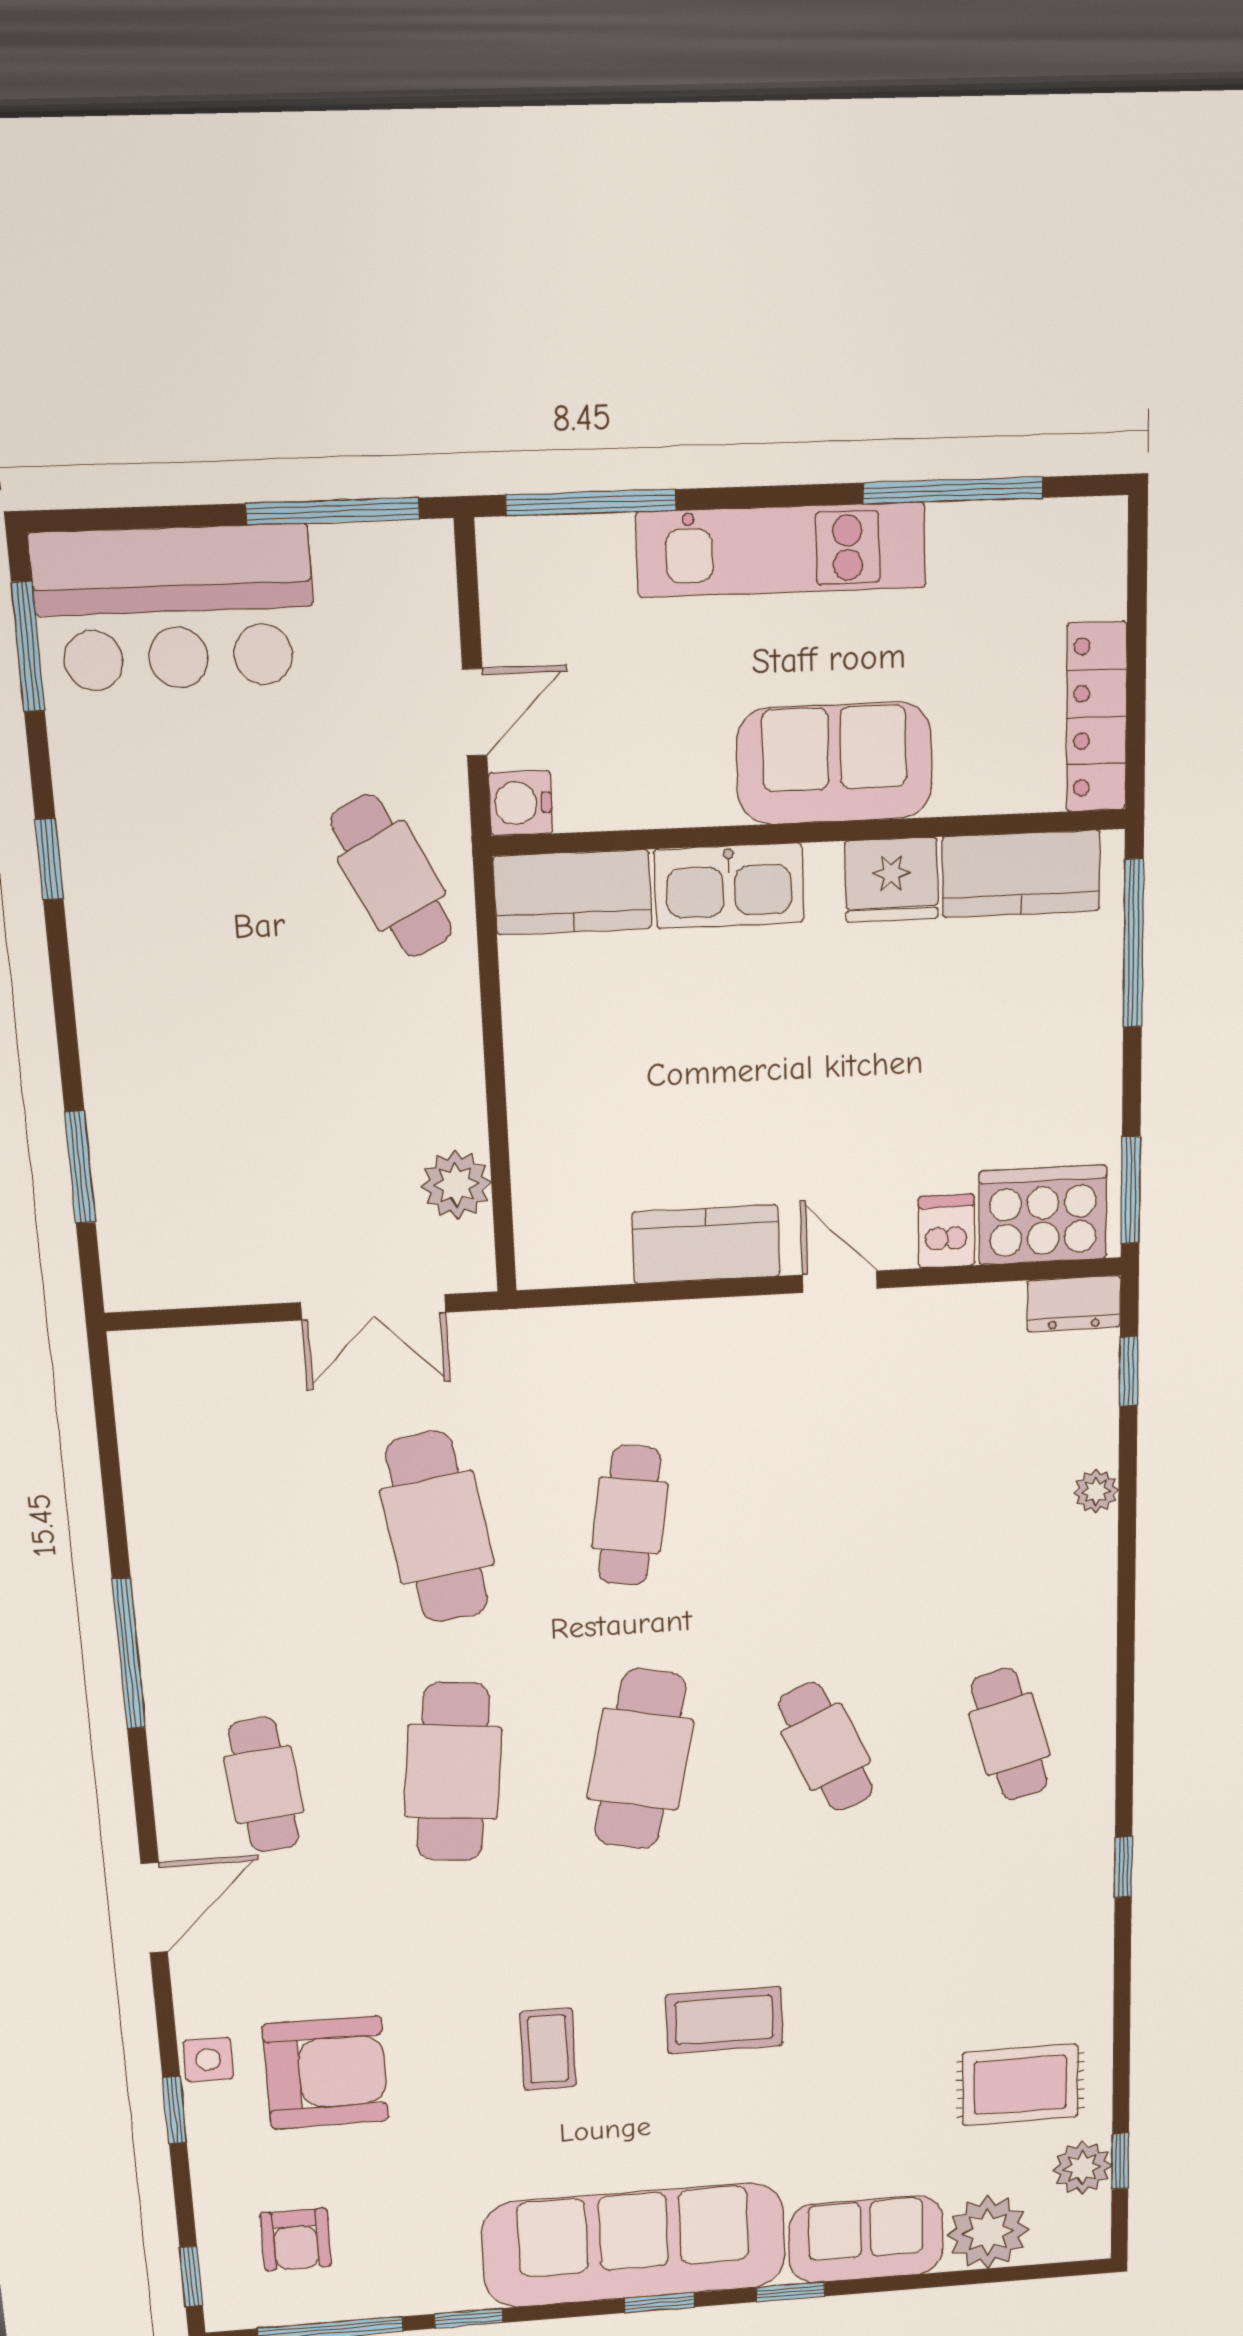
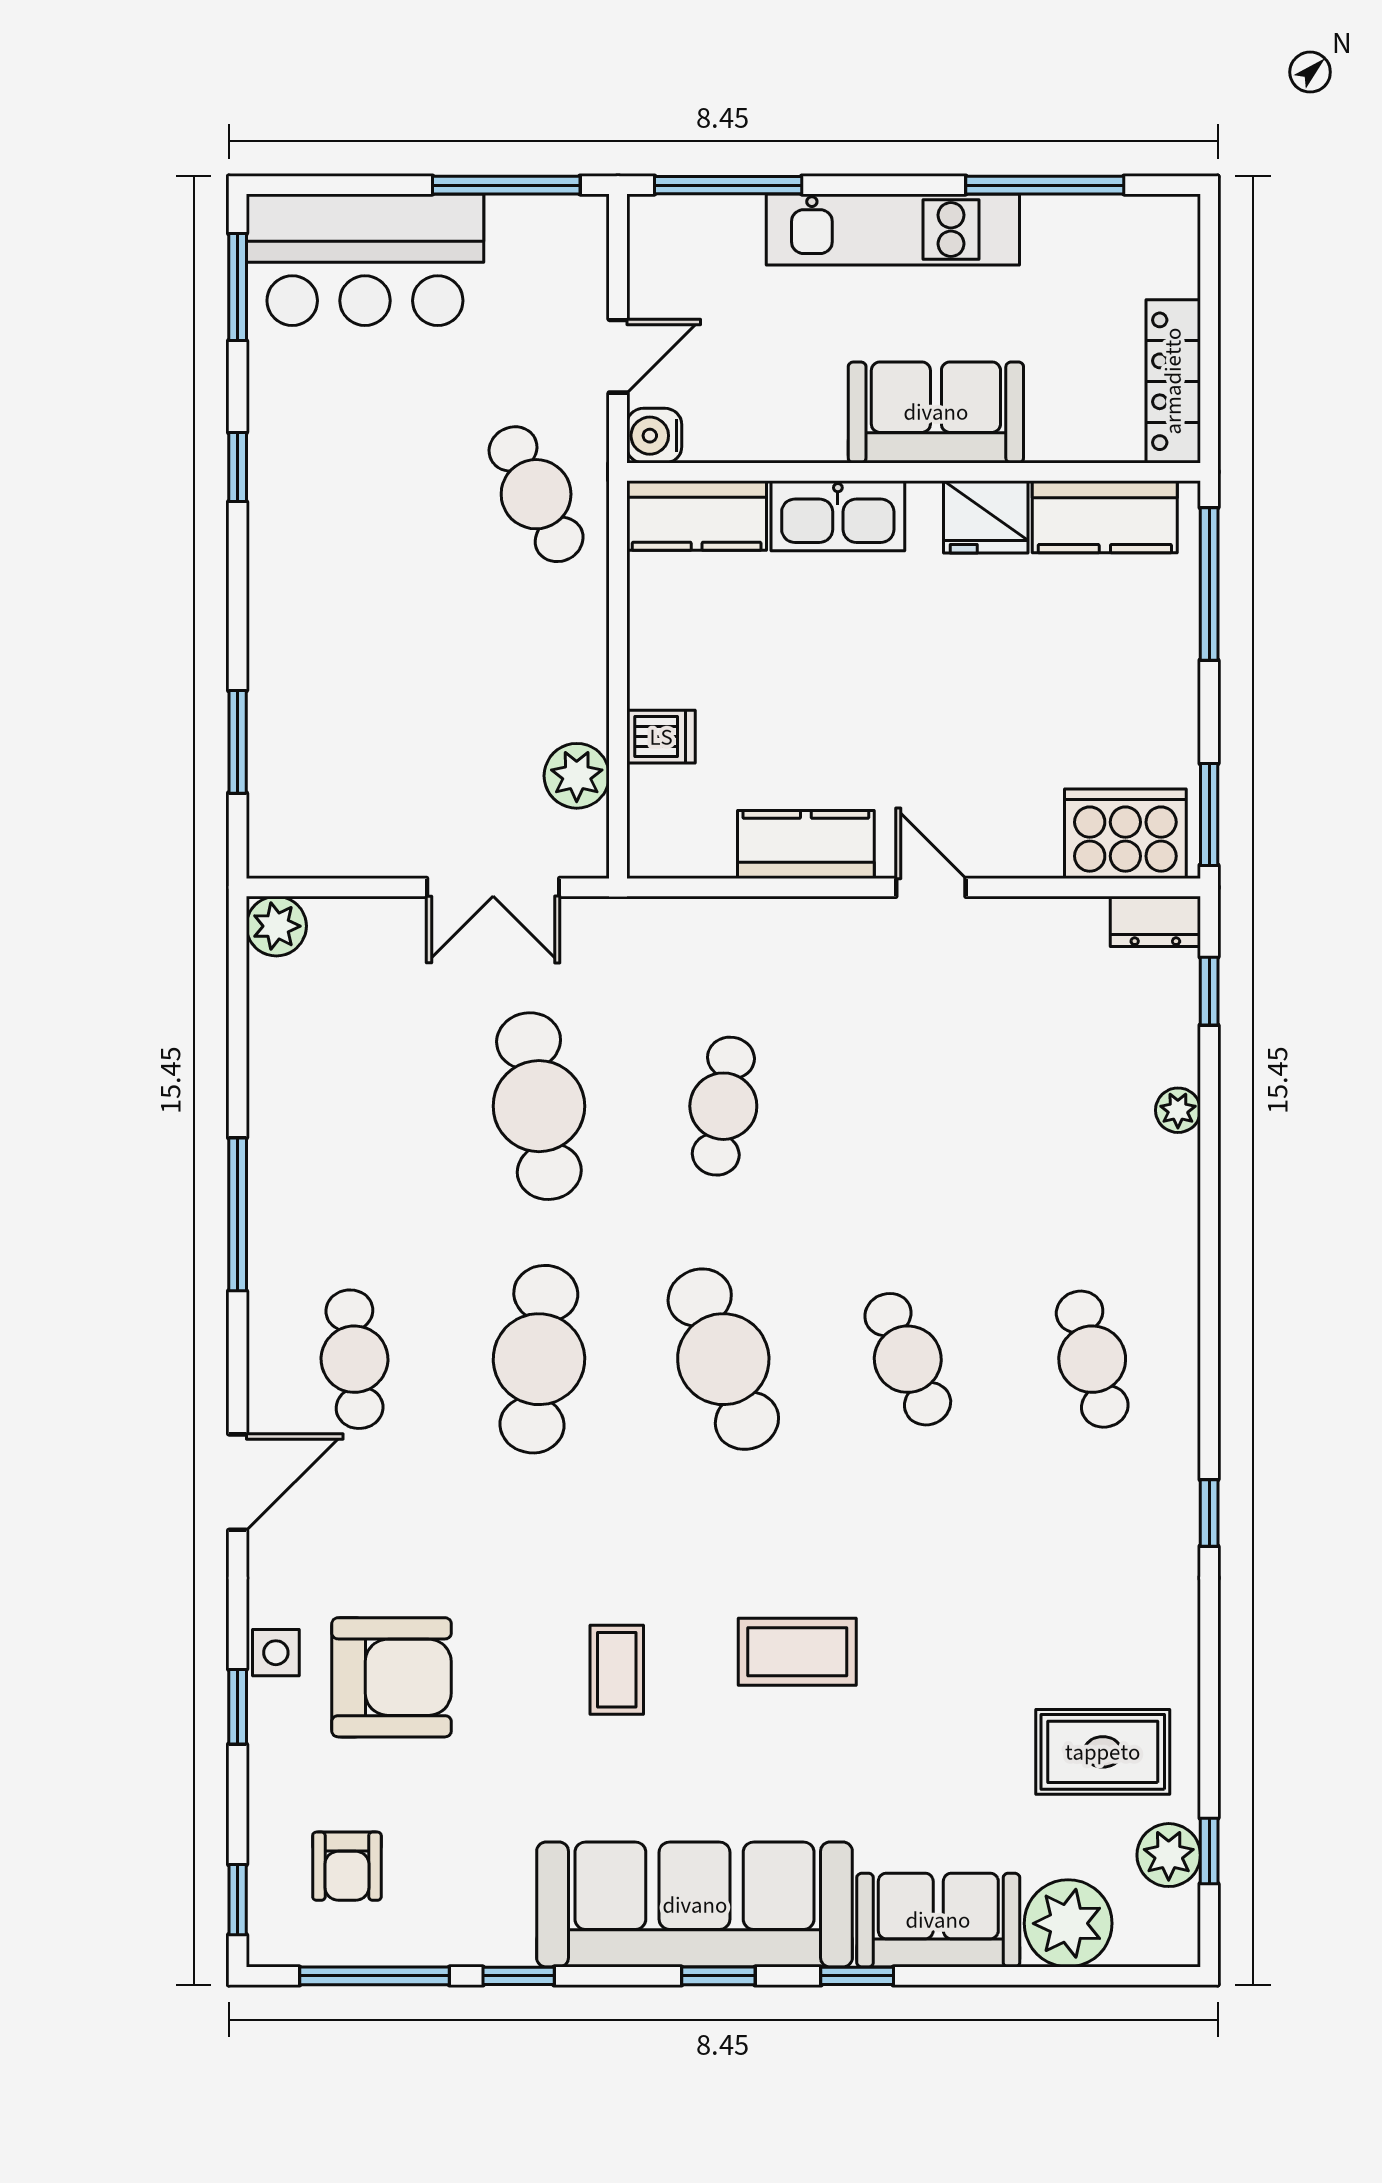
dishwasher: (947, 1231) -> (661, 737), moved, turned 90
plant: (142, 1361) -> (276, 926), added
cafe table: (640, 1759) -> (723, 1359), turned -33

